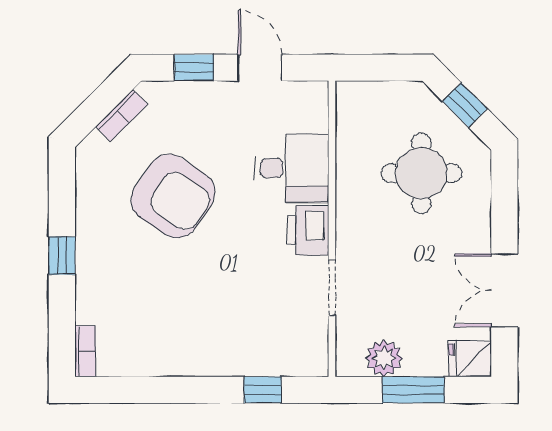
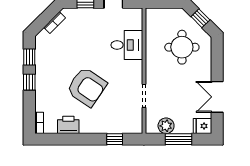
window: (62, 196) -> (29, 57), added
armchair: (173, 196) -> (87, 87), moved
printer: (308, 230) -> (68, 125), moved, turned 90

